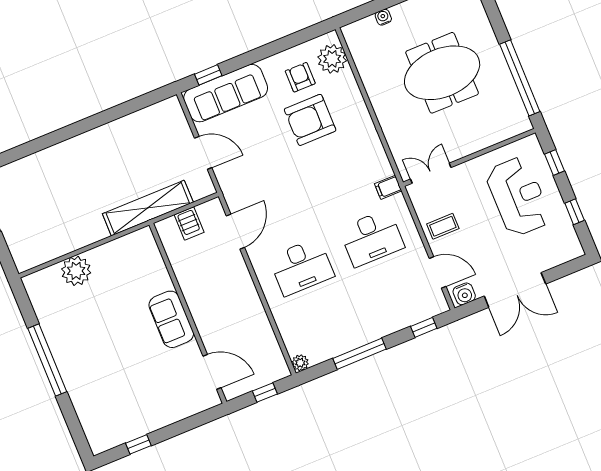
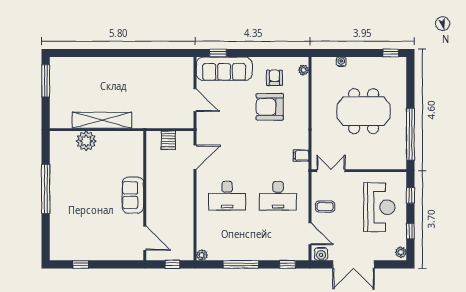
plant: (332, 59) -> (303, 70), width x0.53, depth x0.53
filing cabinet: (388, 187) -> (301, 156), moved
shelving: (148, 208) -> (102, 120), moved
plant: (573, 246) -> (401, 252), added

